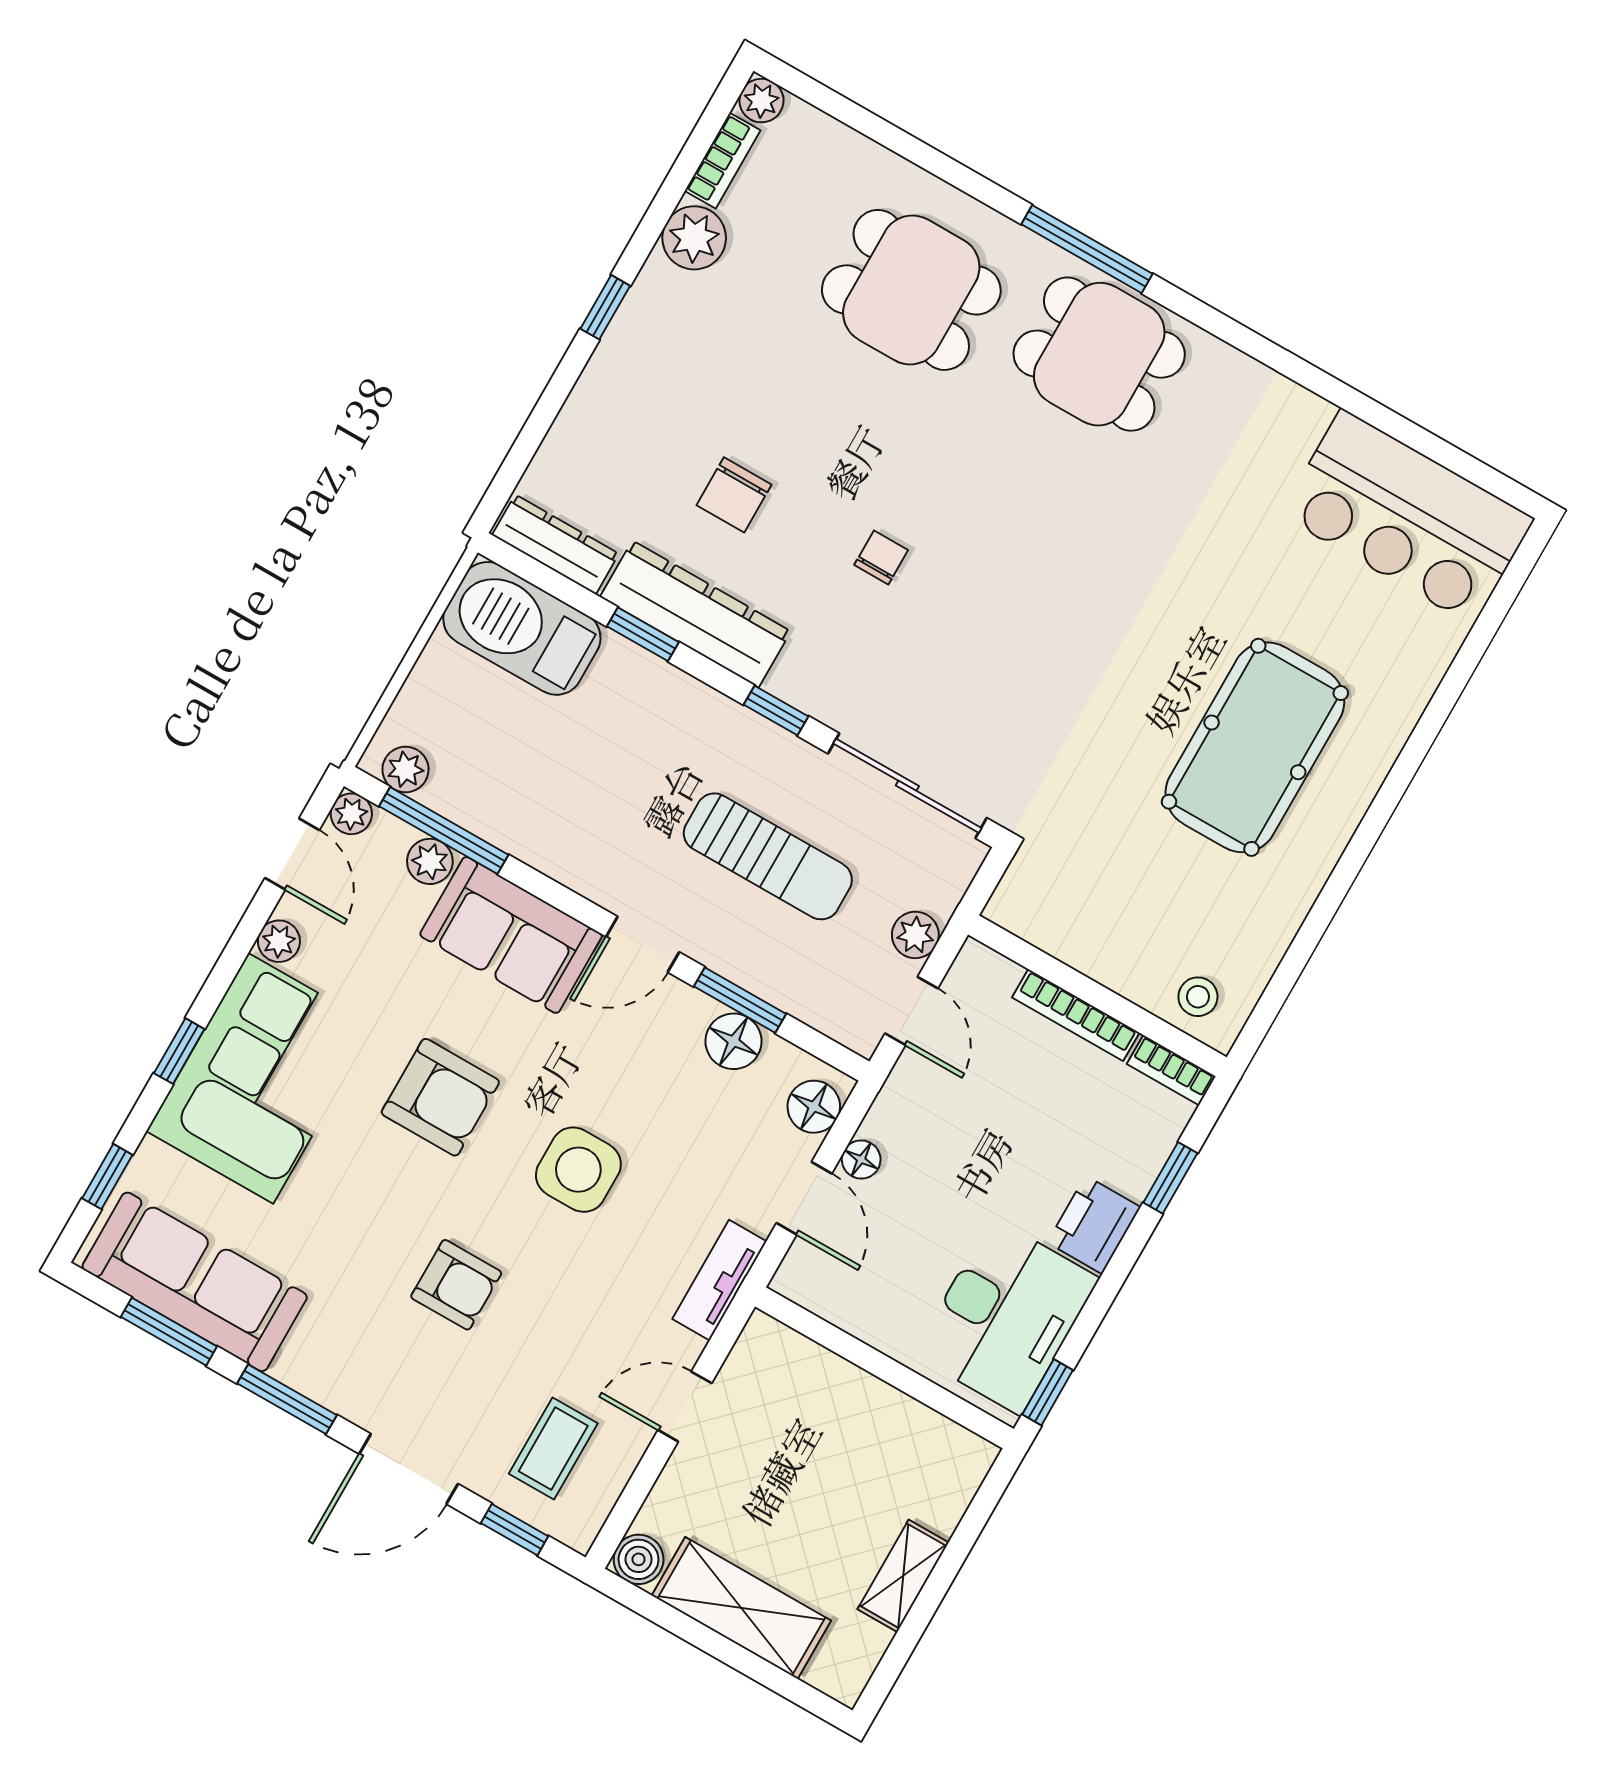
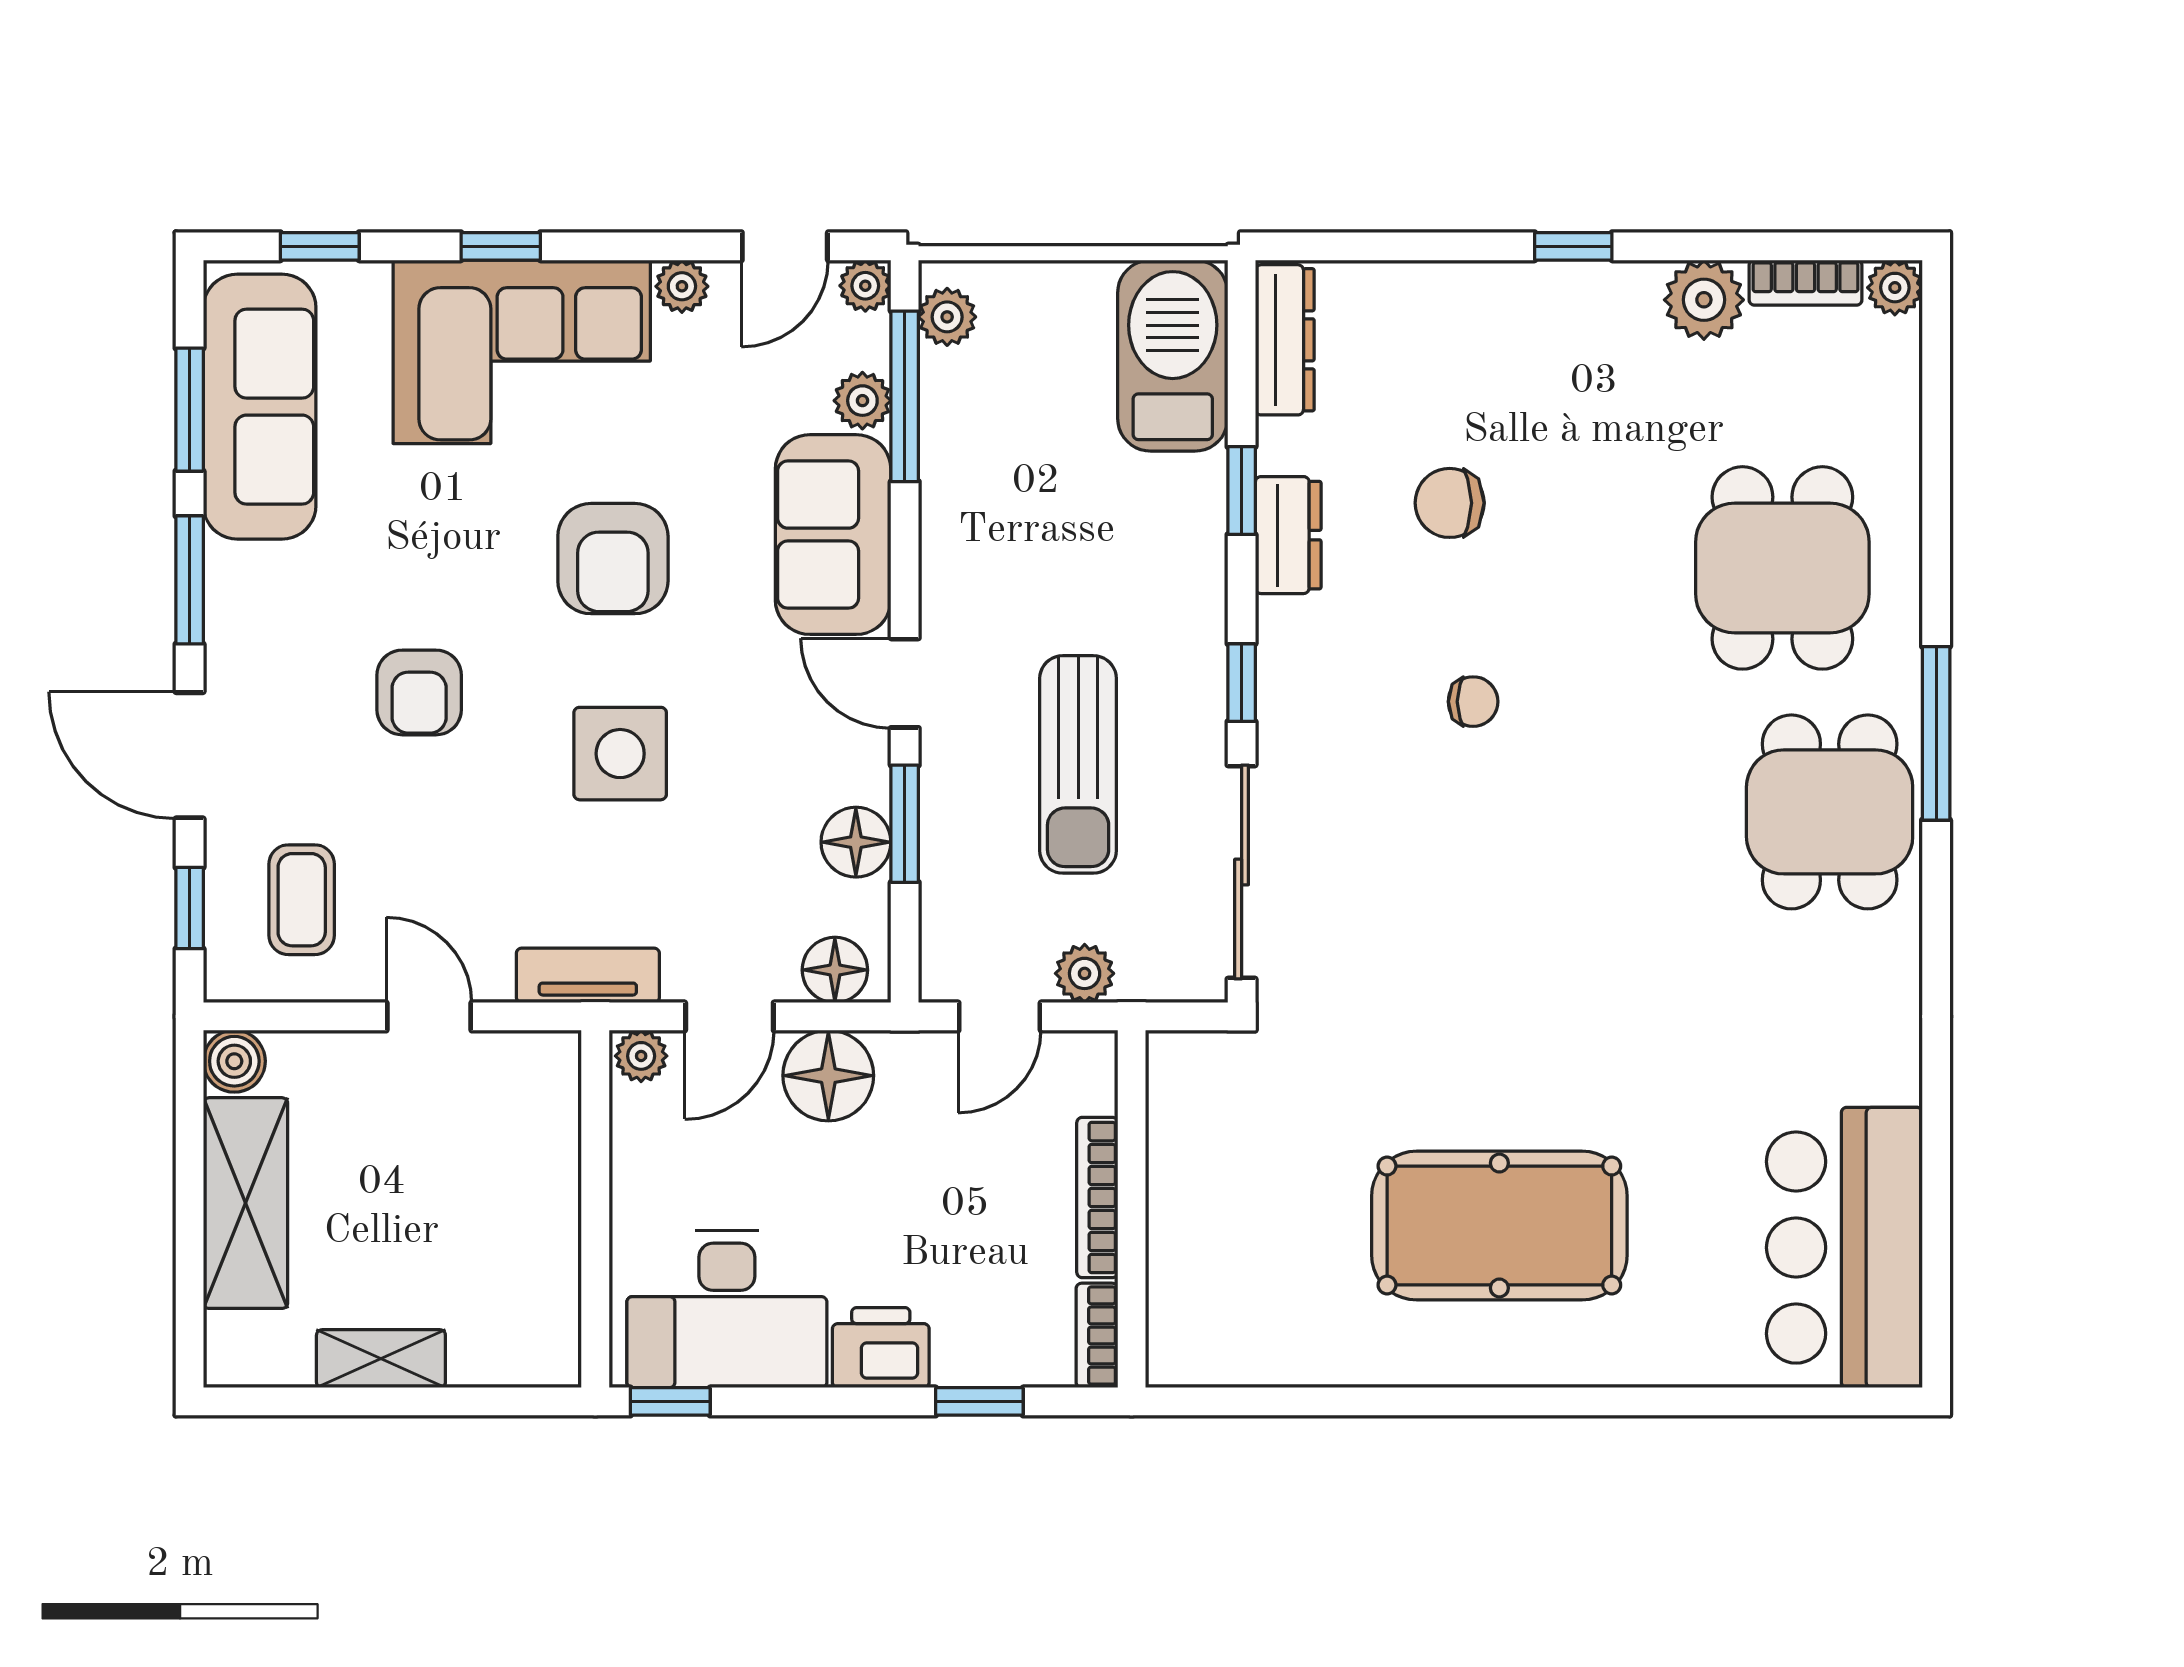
dresser: (695, 614) -> (1288, 535), width x0.51, depth x0.80
stool: (1198, 997) -> (1193, 1319), removed
floor lamp: (861, 1159) -> (828, 1076), width x1.89, depth x1.89
plant: (796, 1275) -> (641, 1056), added
coffee table: (553, 1449) -> (302, 900), turned 90

